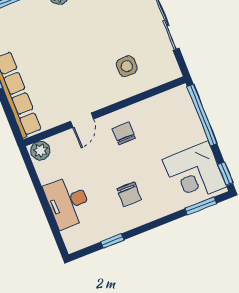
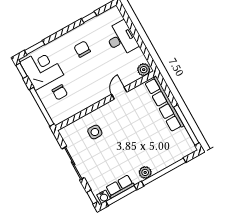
chair: (124, 133) -> (60, 92), moved

